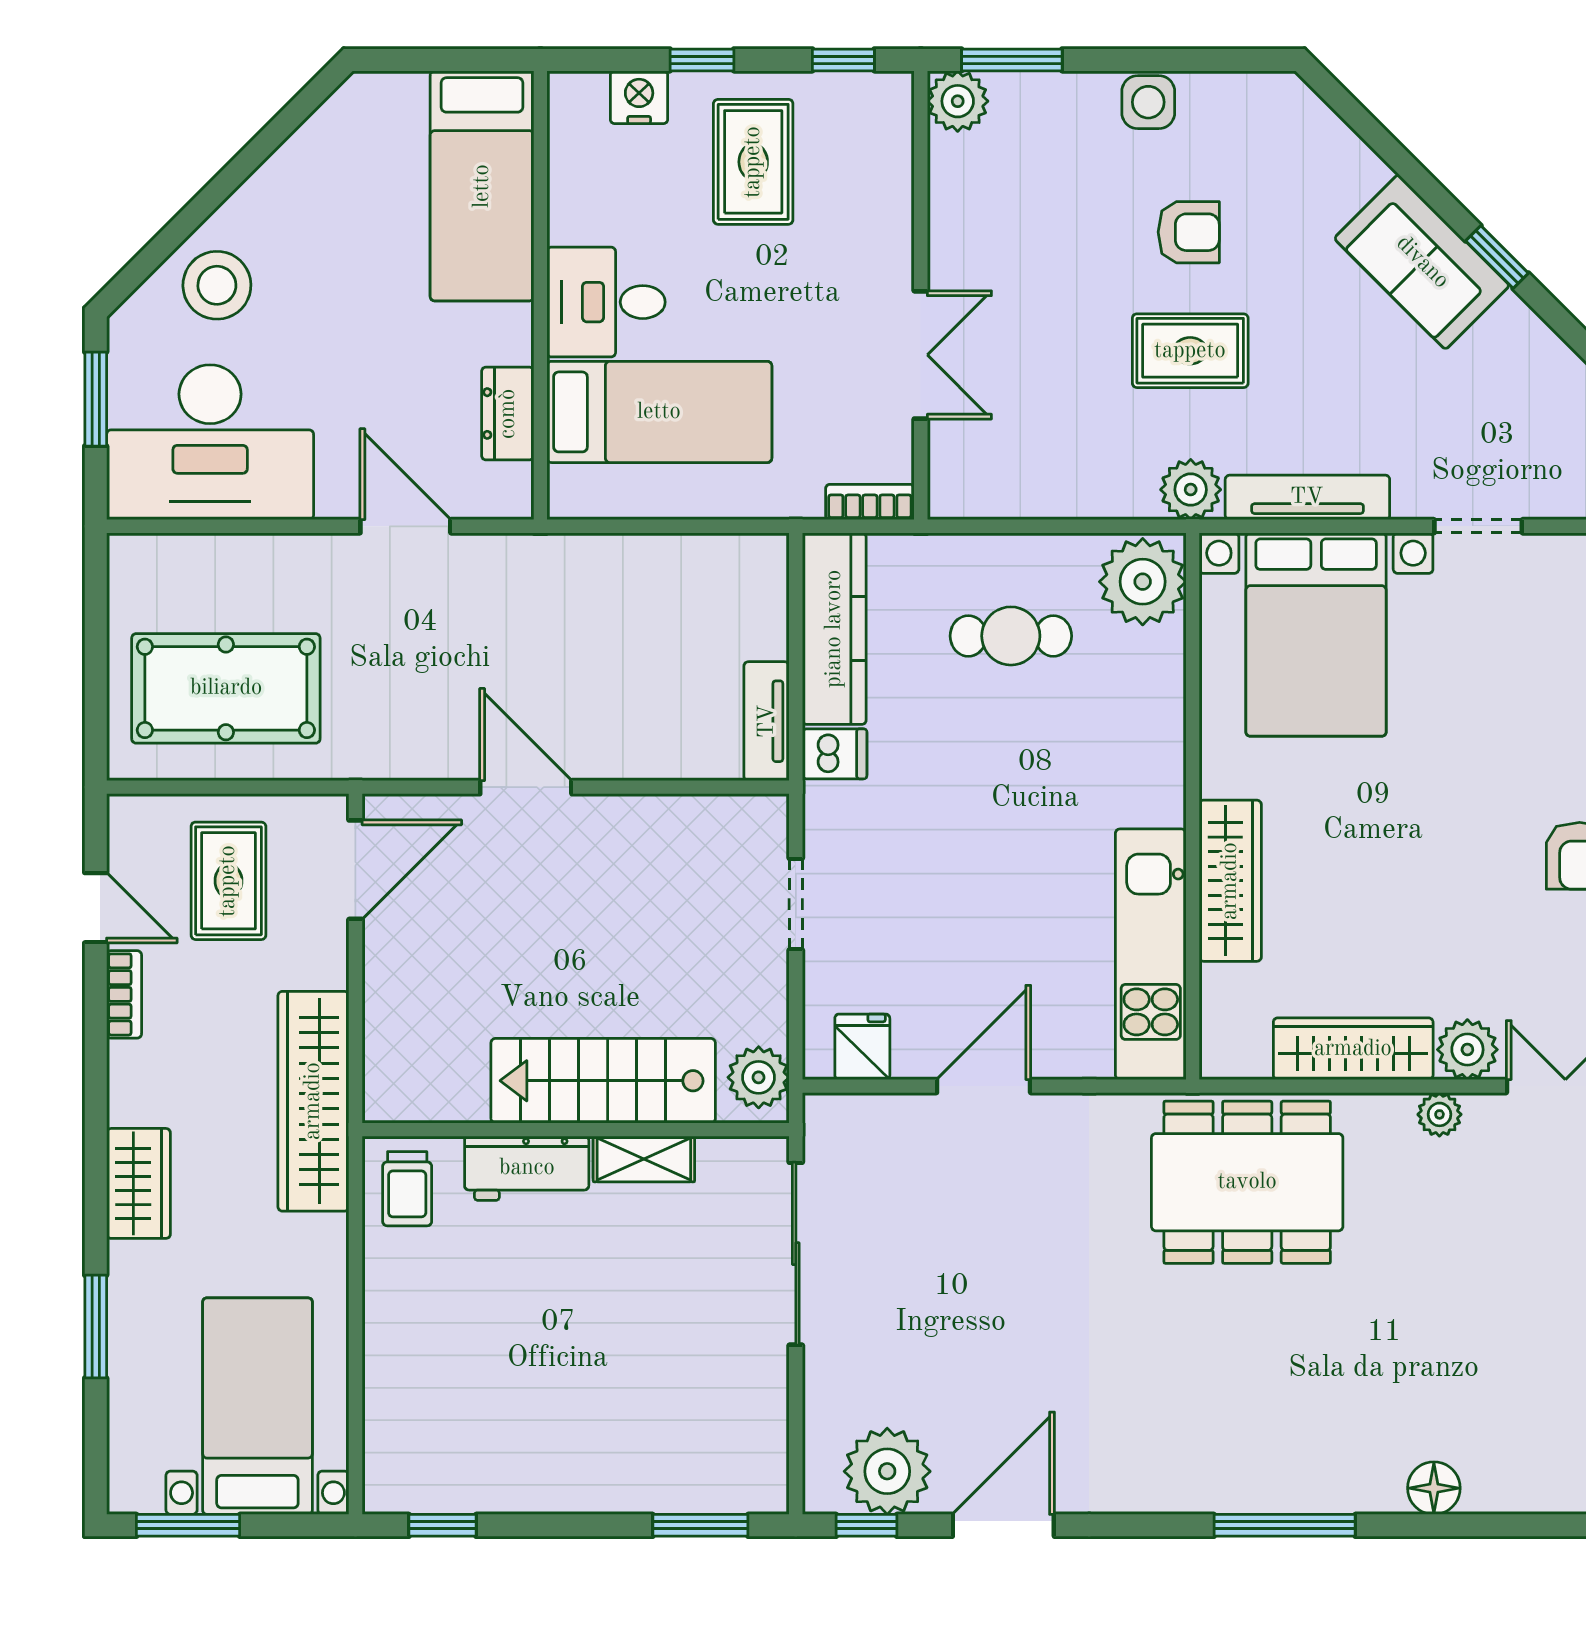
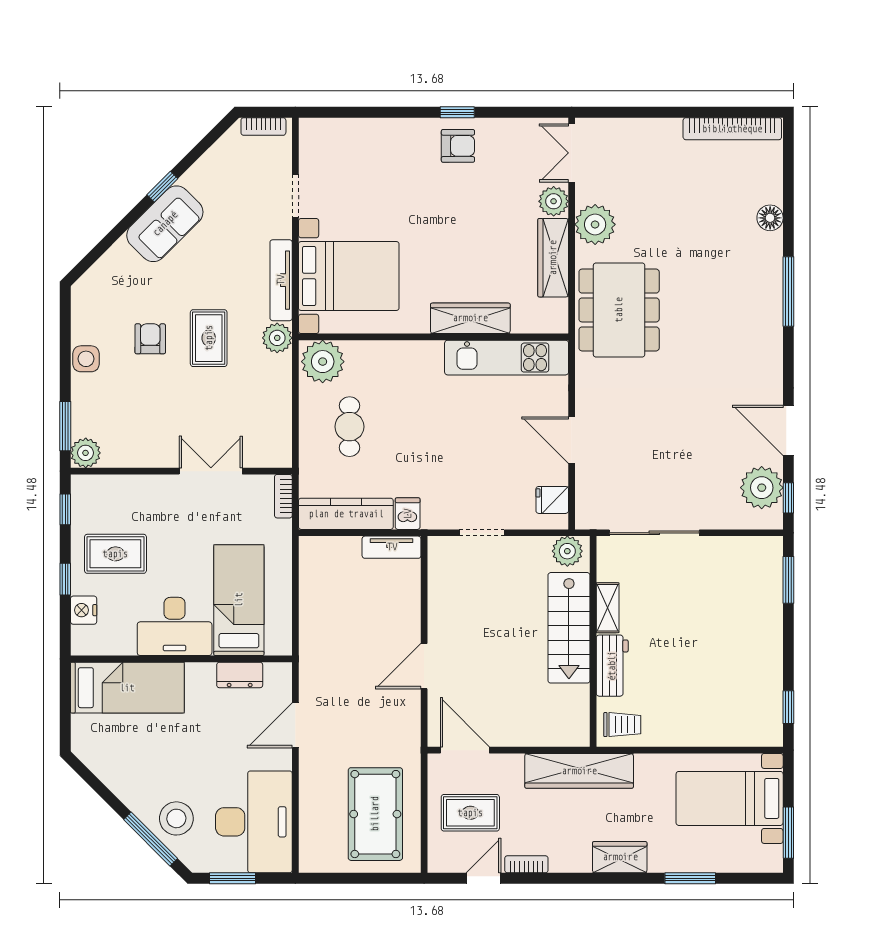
window: (175, 233) -> (151, 839), added
desk: (606, 302) -> (175, 626), width x1.37
plant: (1439, 1114) -> (595, 224), width x1.88, depth x1.88

